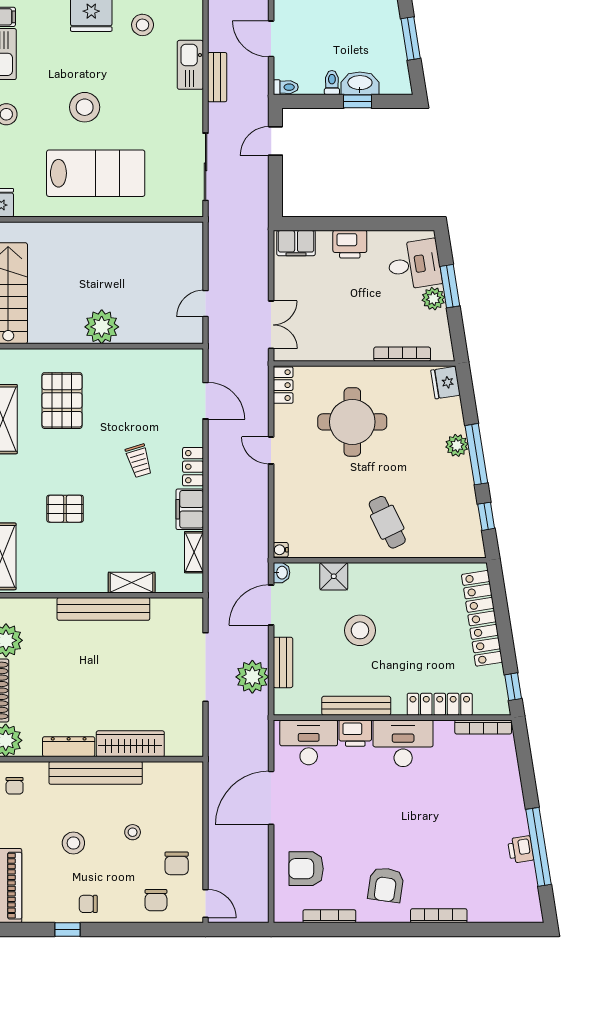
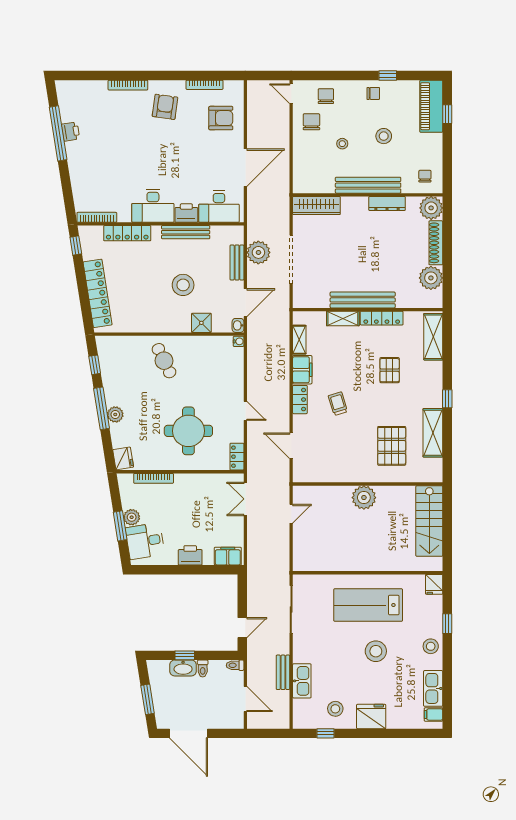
pallet: (65, 509) -> (390, 370), turned 90
locker: (76, 583) -> (382, 318), added
wardrobe: (130, 744) -> (316, 206), moved

